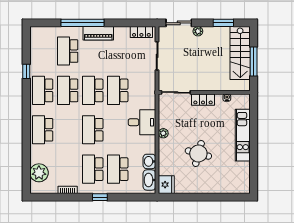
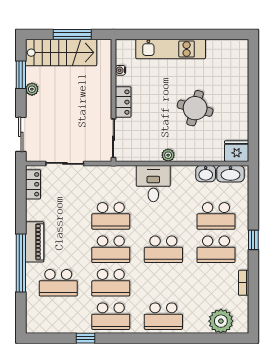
plant: (198, 31) -> (32, 89), moved

